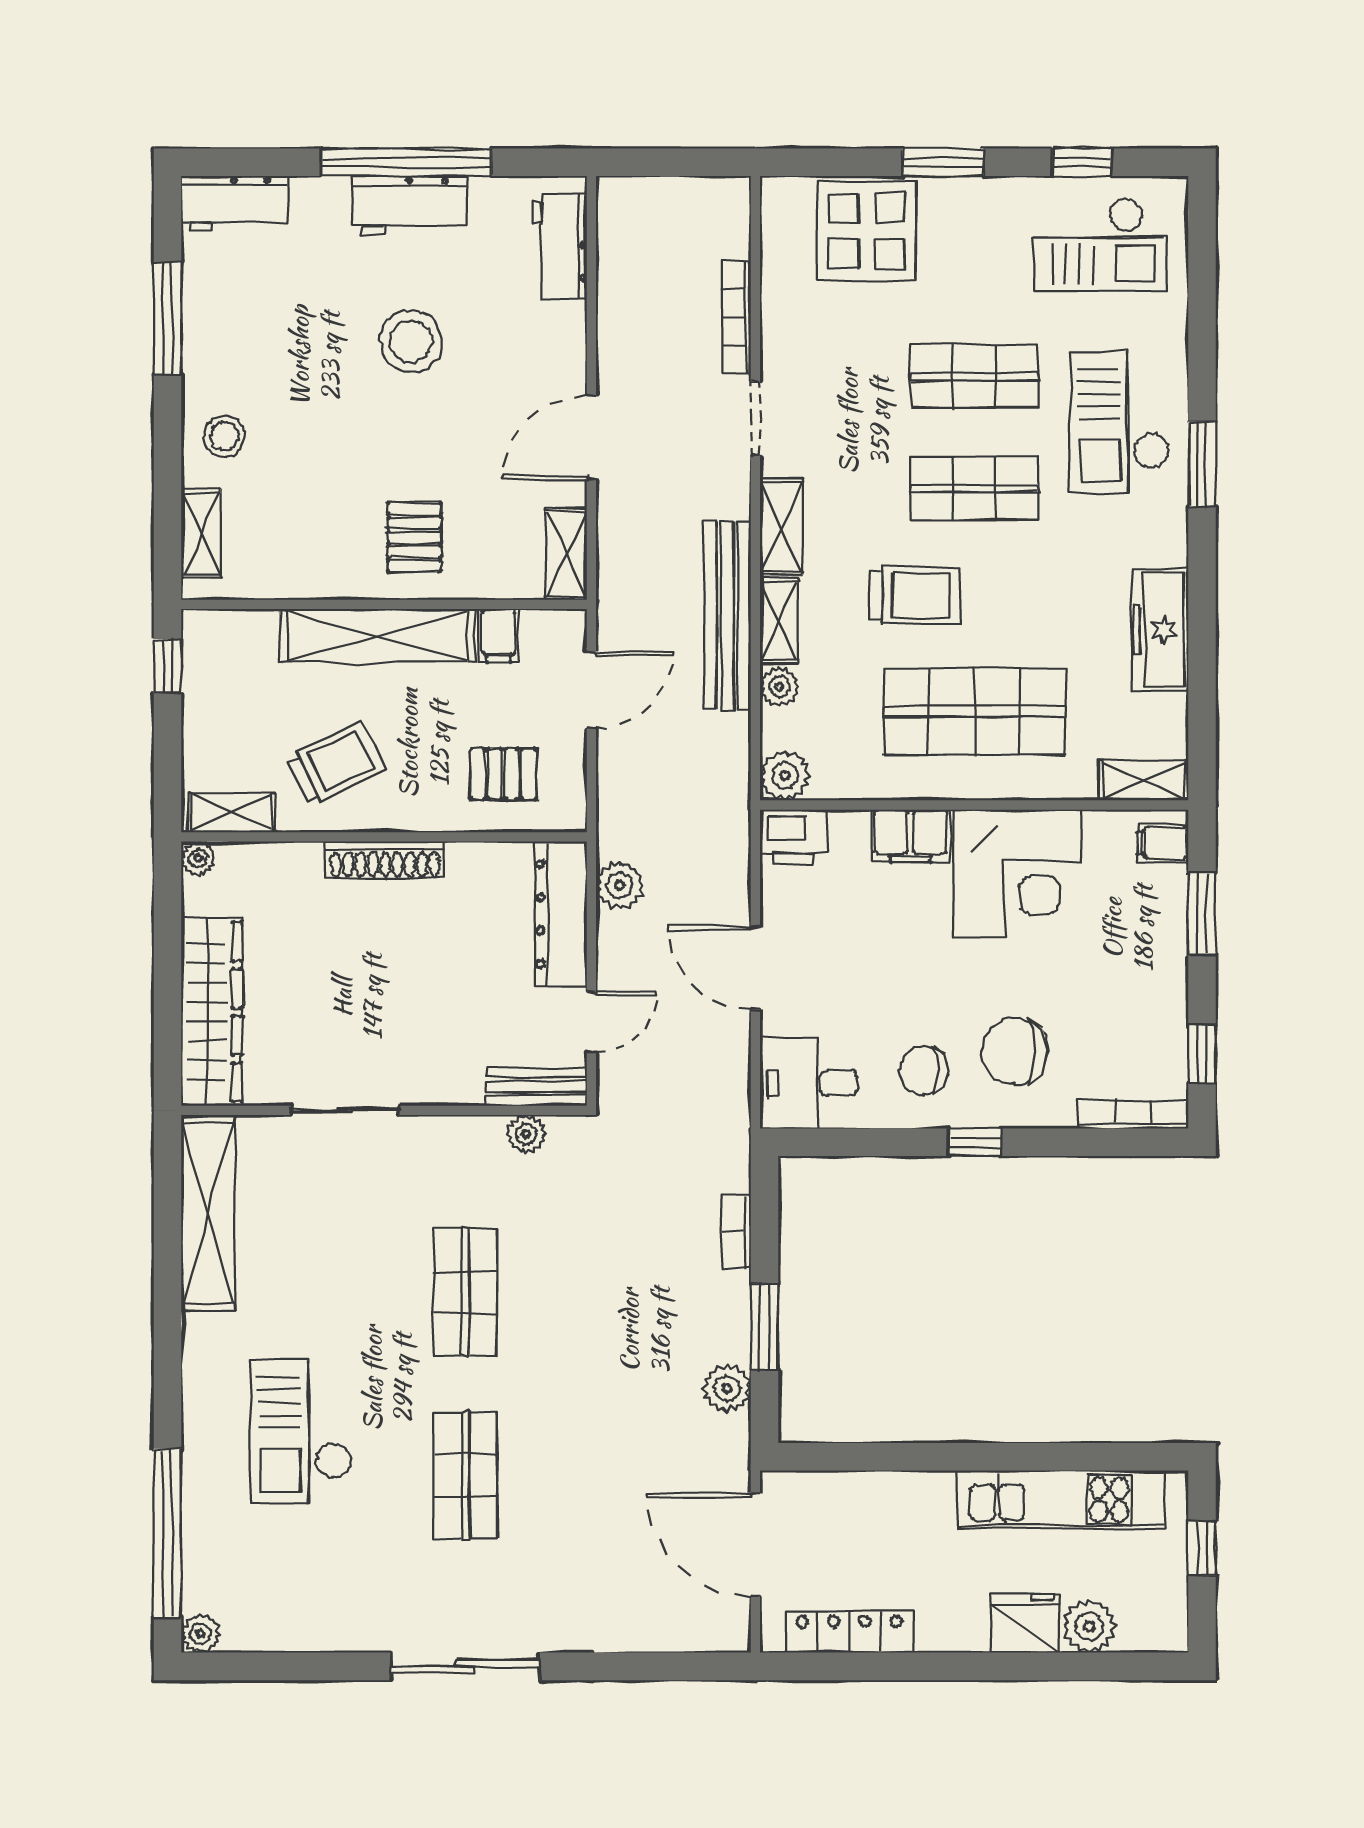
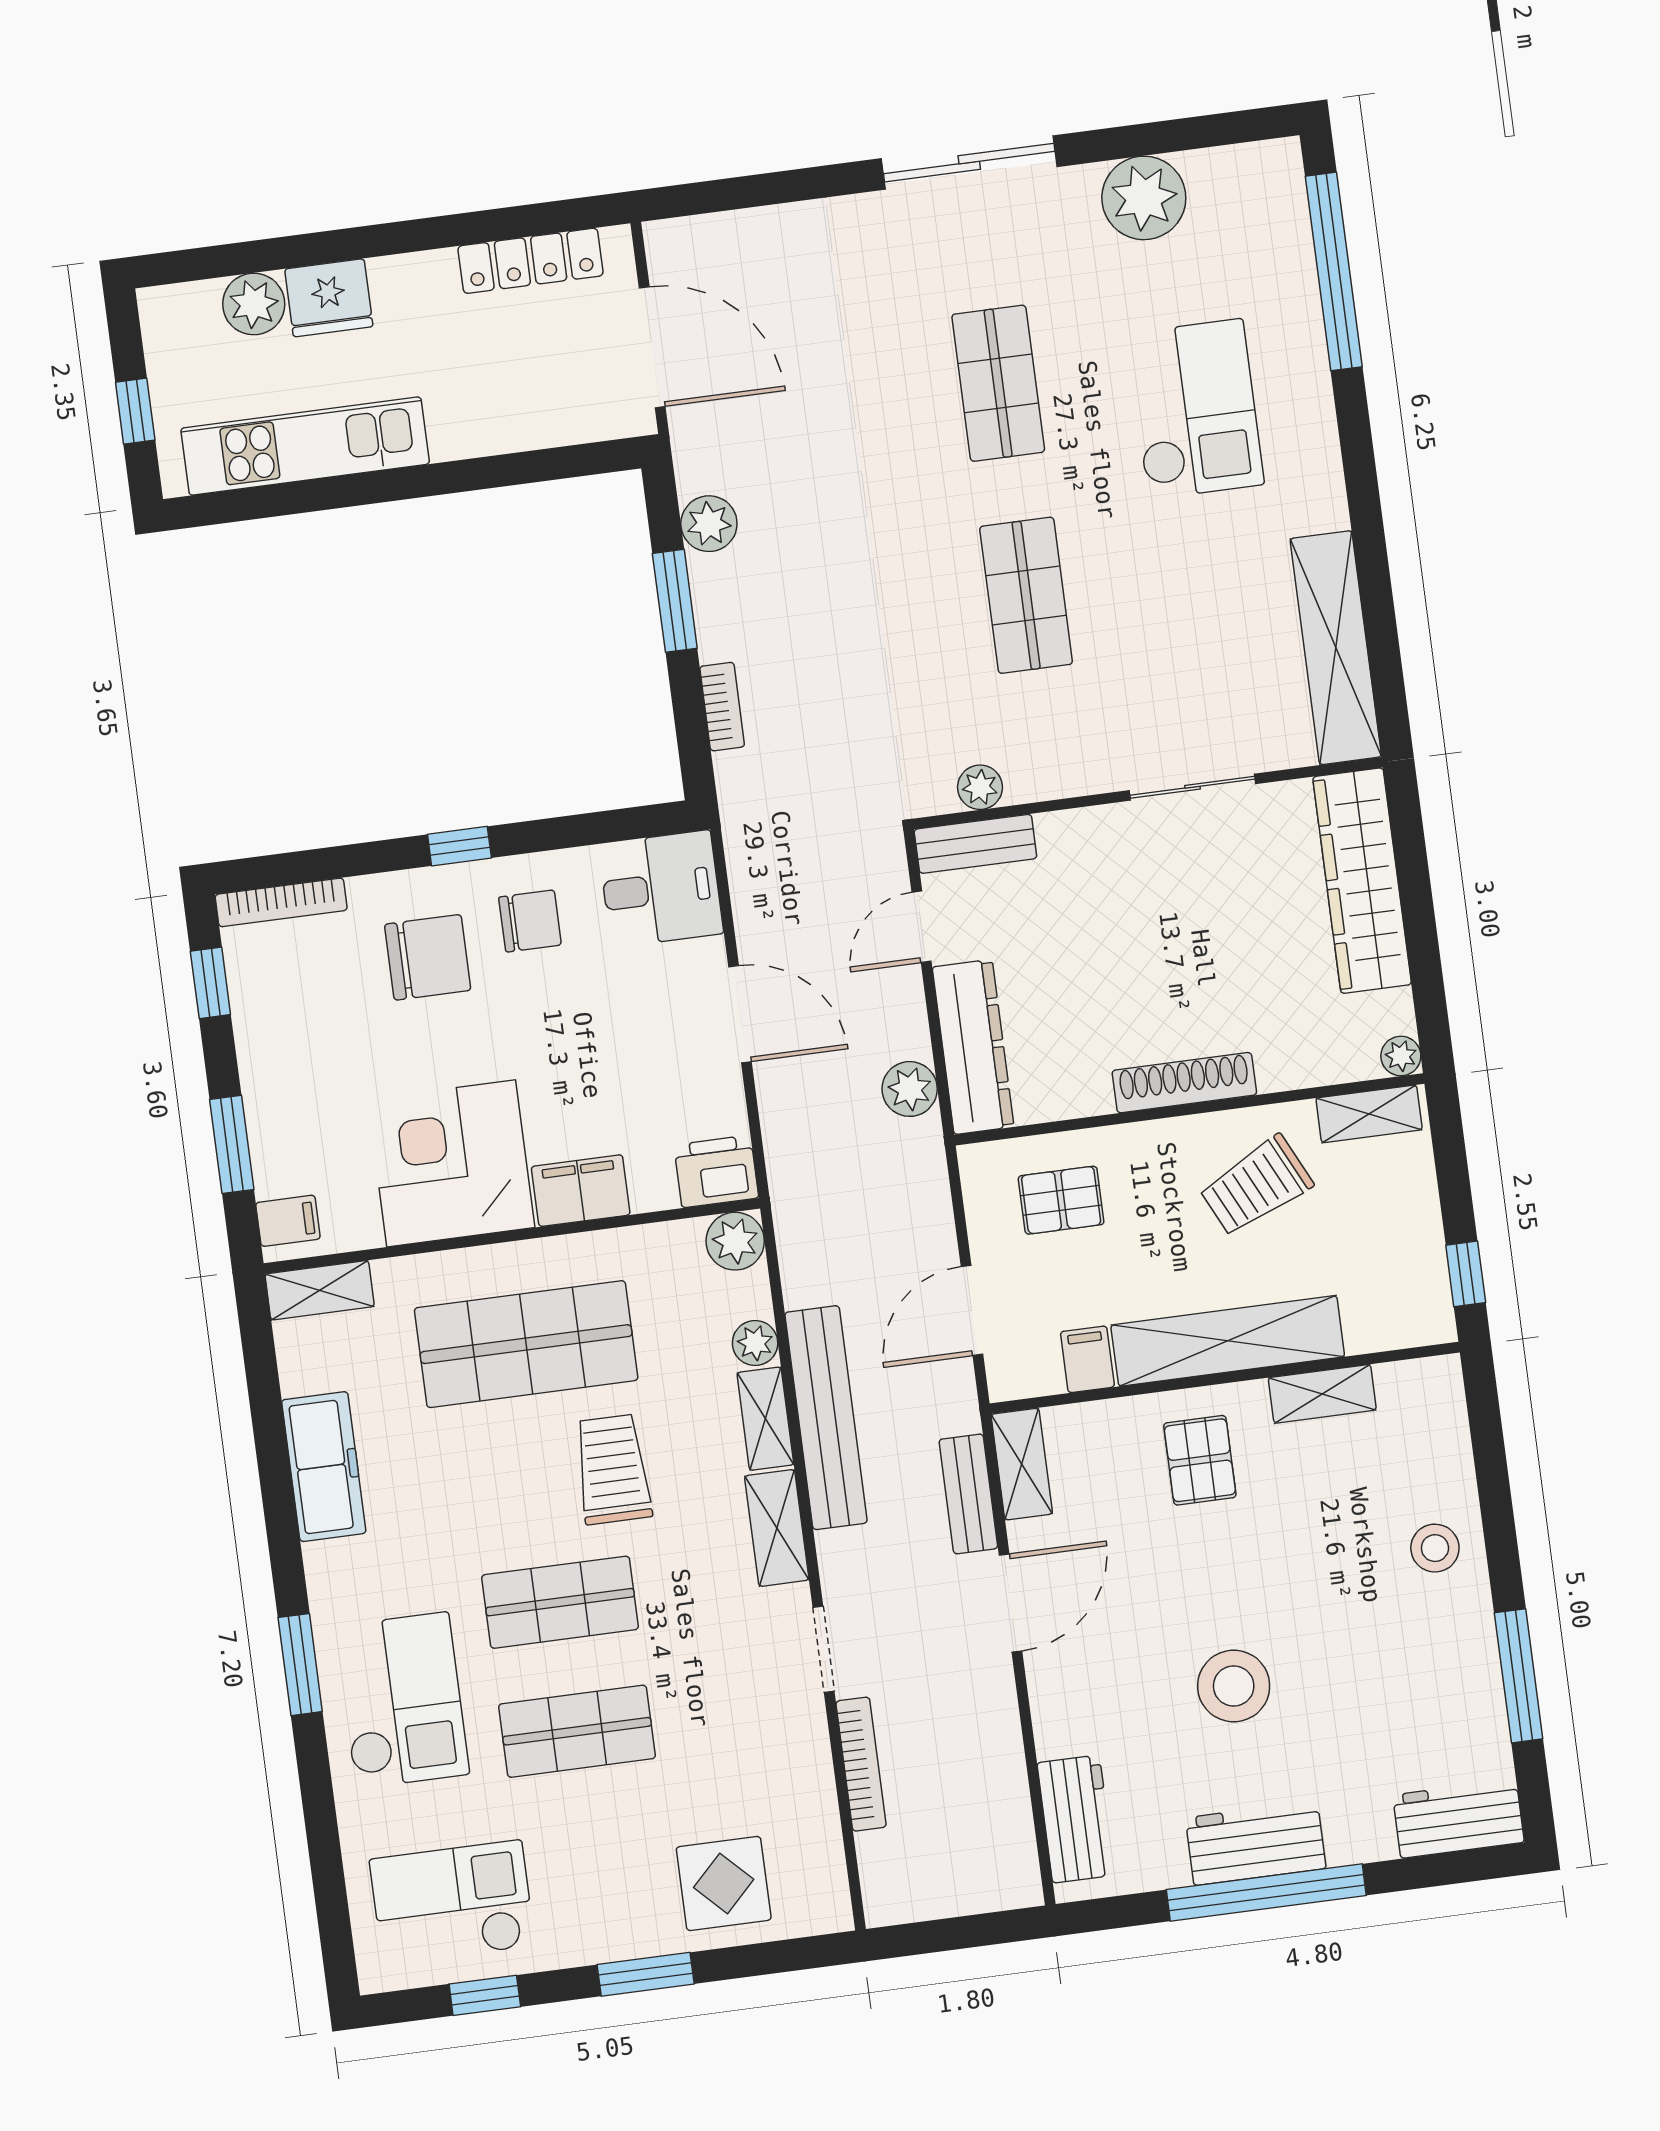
display table: (867, 231) -> (724, 1883), width x0.73, depth x0.73
shelving: (201, 533) -> (1322, 1394), moved, turned 90
bench: (615, 535) -> (968, 1494), added
trolley: (915, 595) -> (613, 1469), turned 90
plant: (200, 1634) -> (1144, 198), moved, width x1.87, depth x1.87

